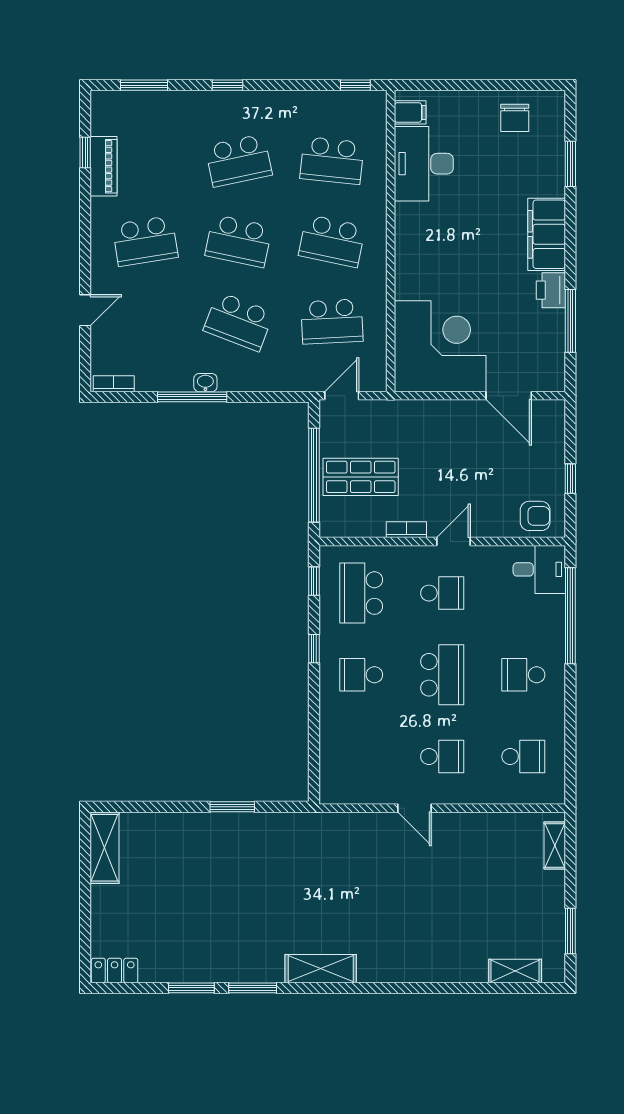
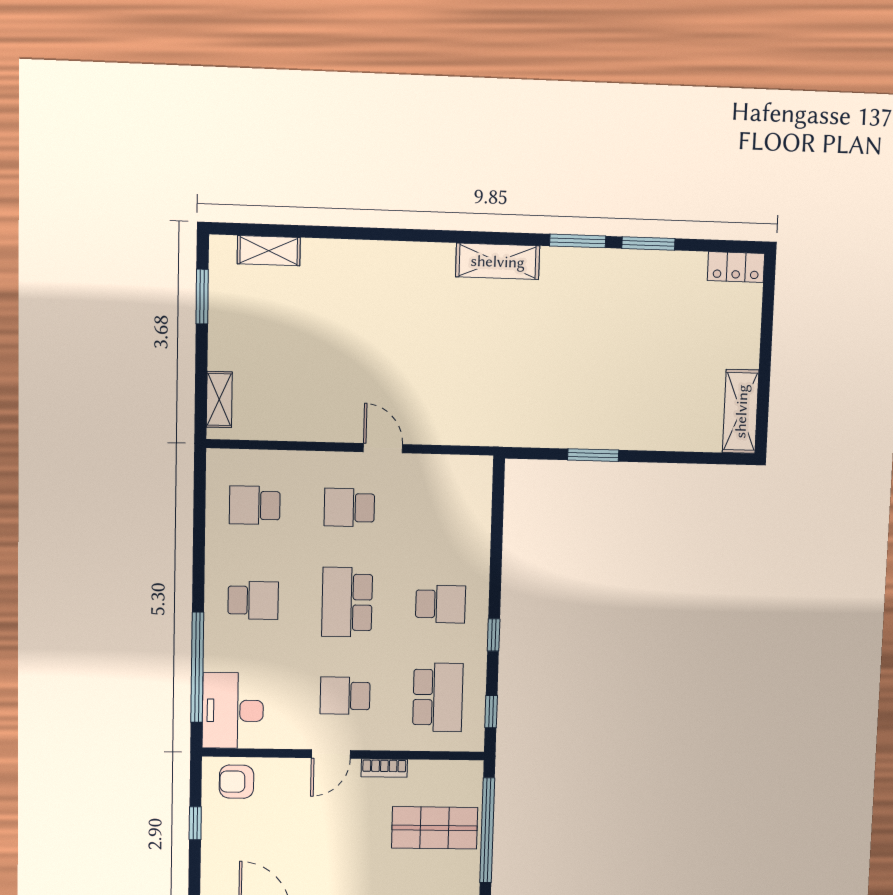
desk: (539, 569) -> (233, 711), width x1.37

